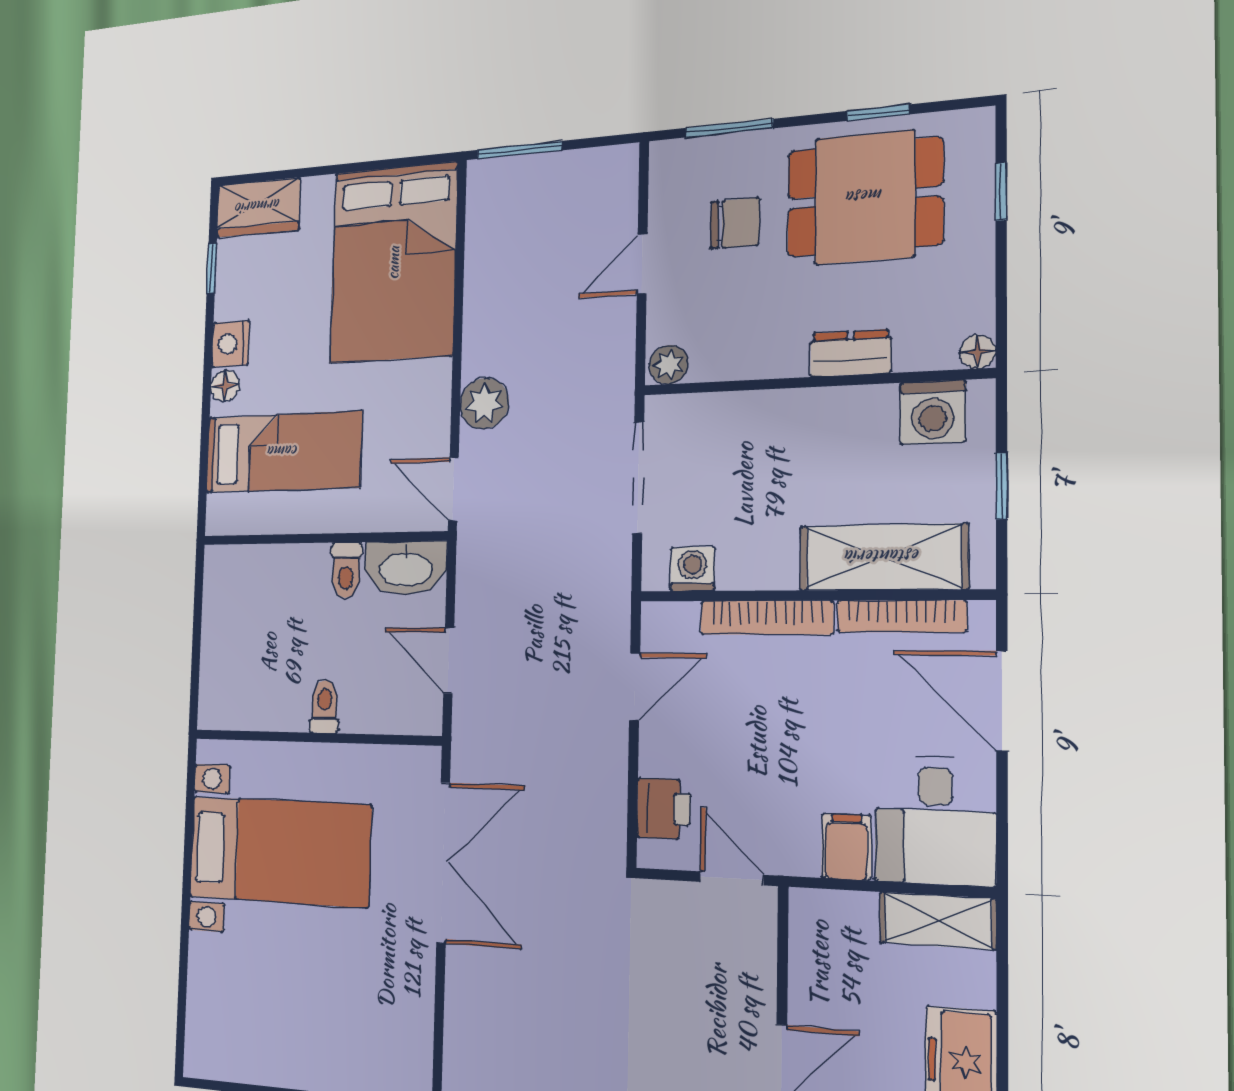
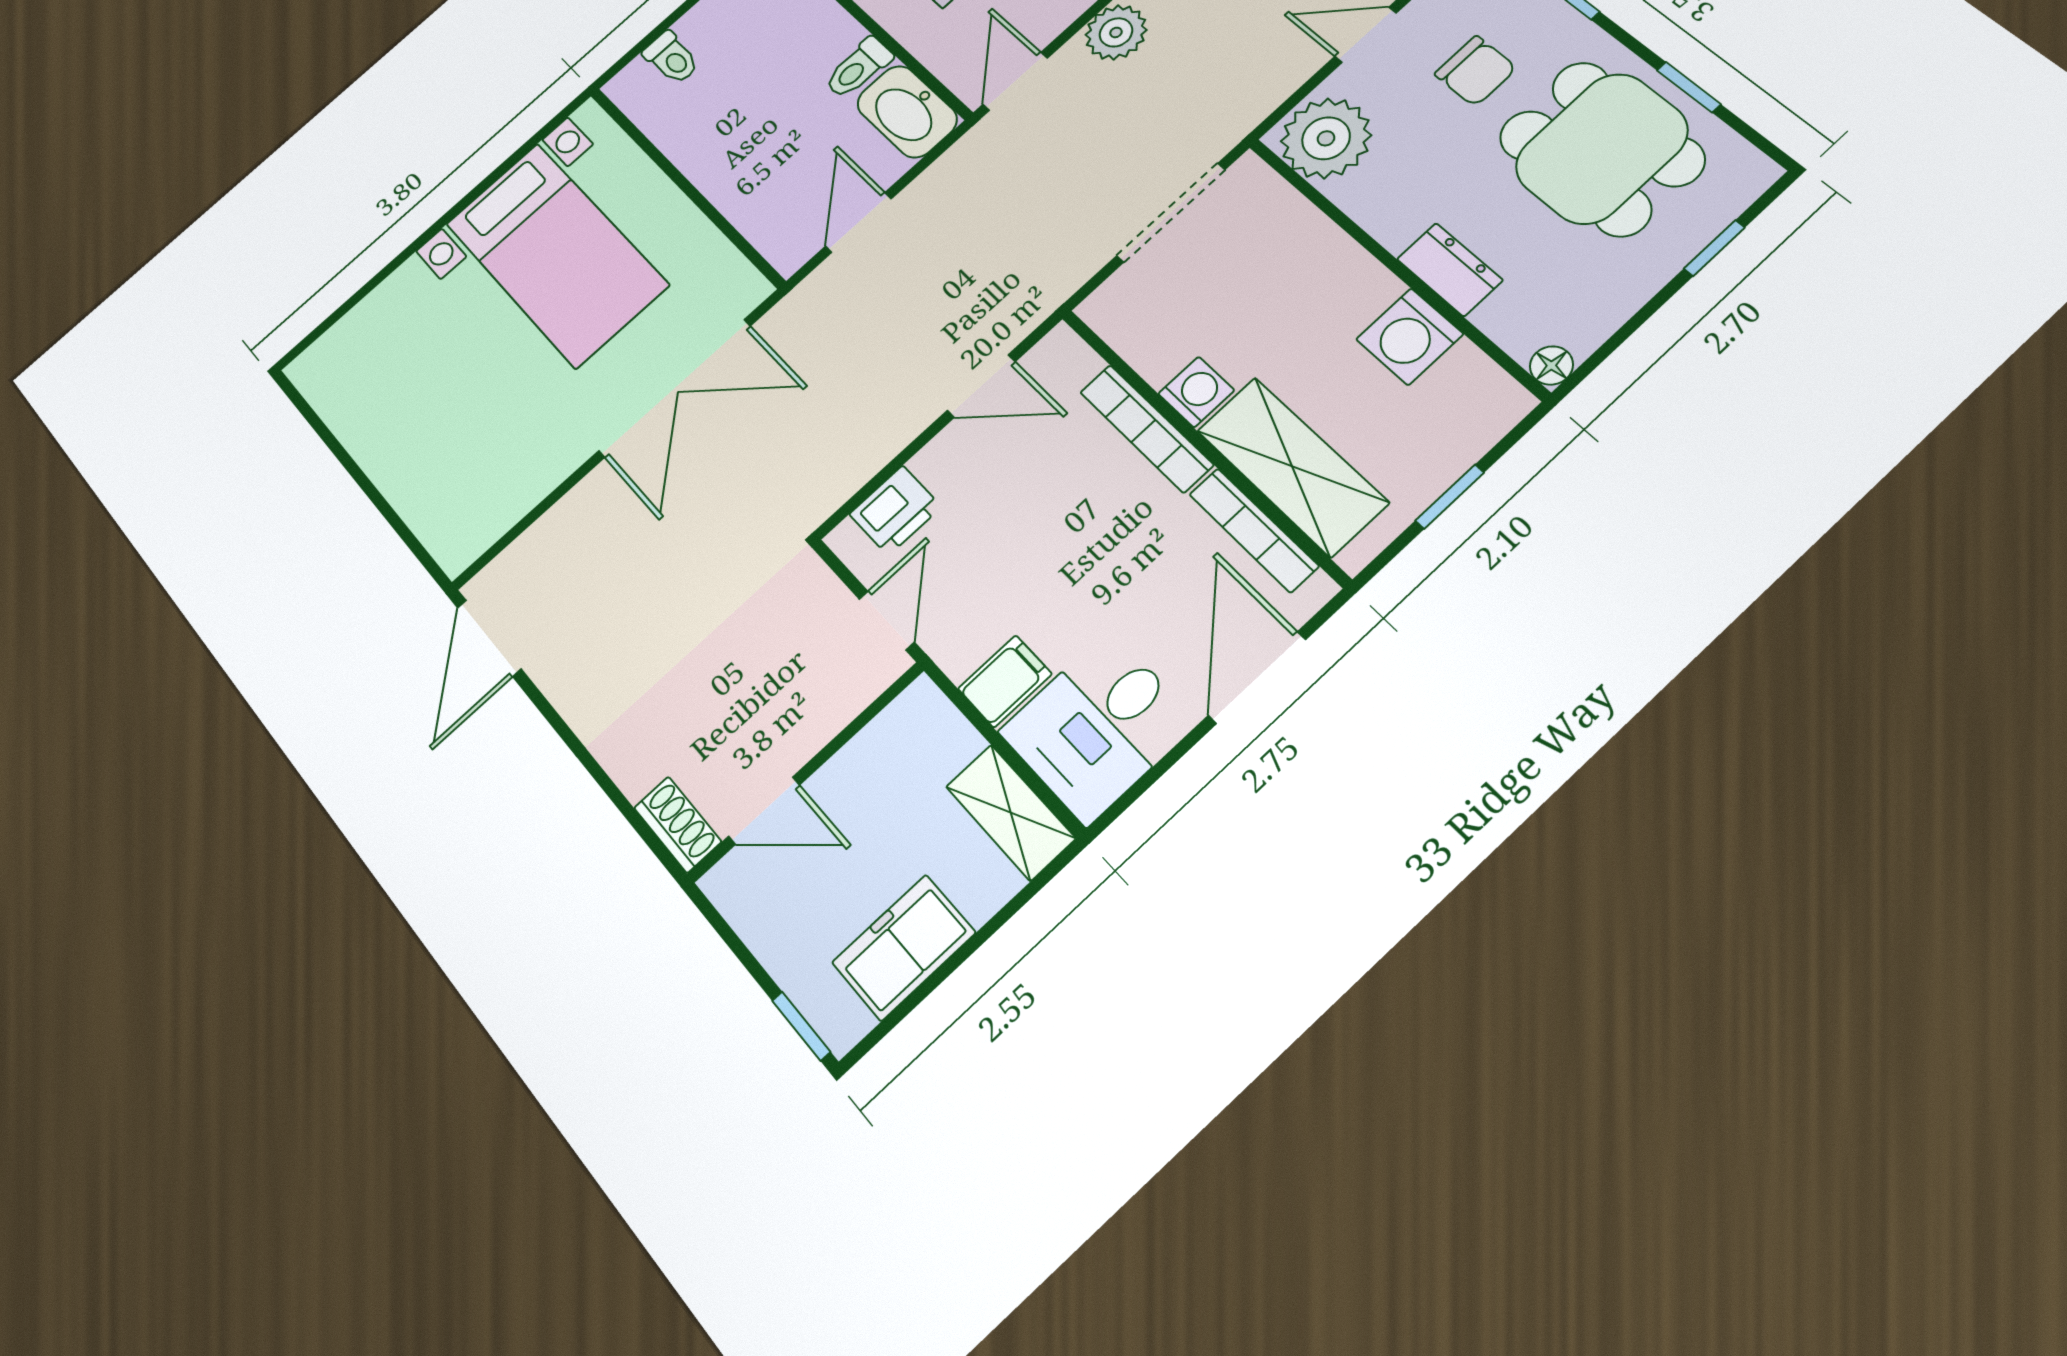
plant: (669, 365) -> (1326, 138), width x1.87, depth x1.87
washing machine: (933, 412) -> (1410, 337), moved
washing machine: (692, 569) -> (1196, 392), moved
toilet: (325, 707) -> (671, 58), moved, turned 90

